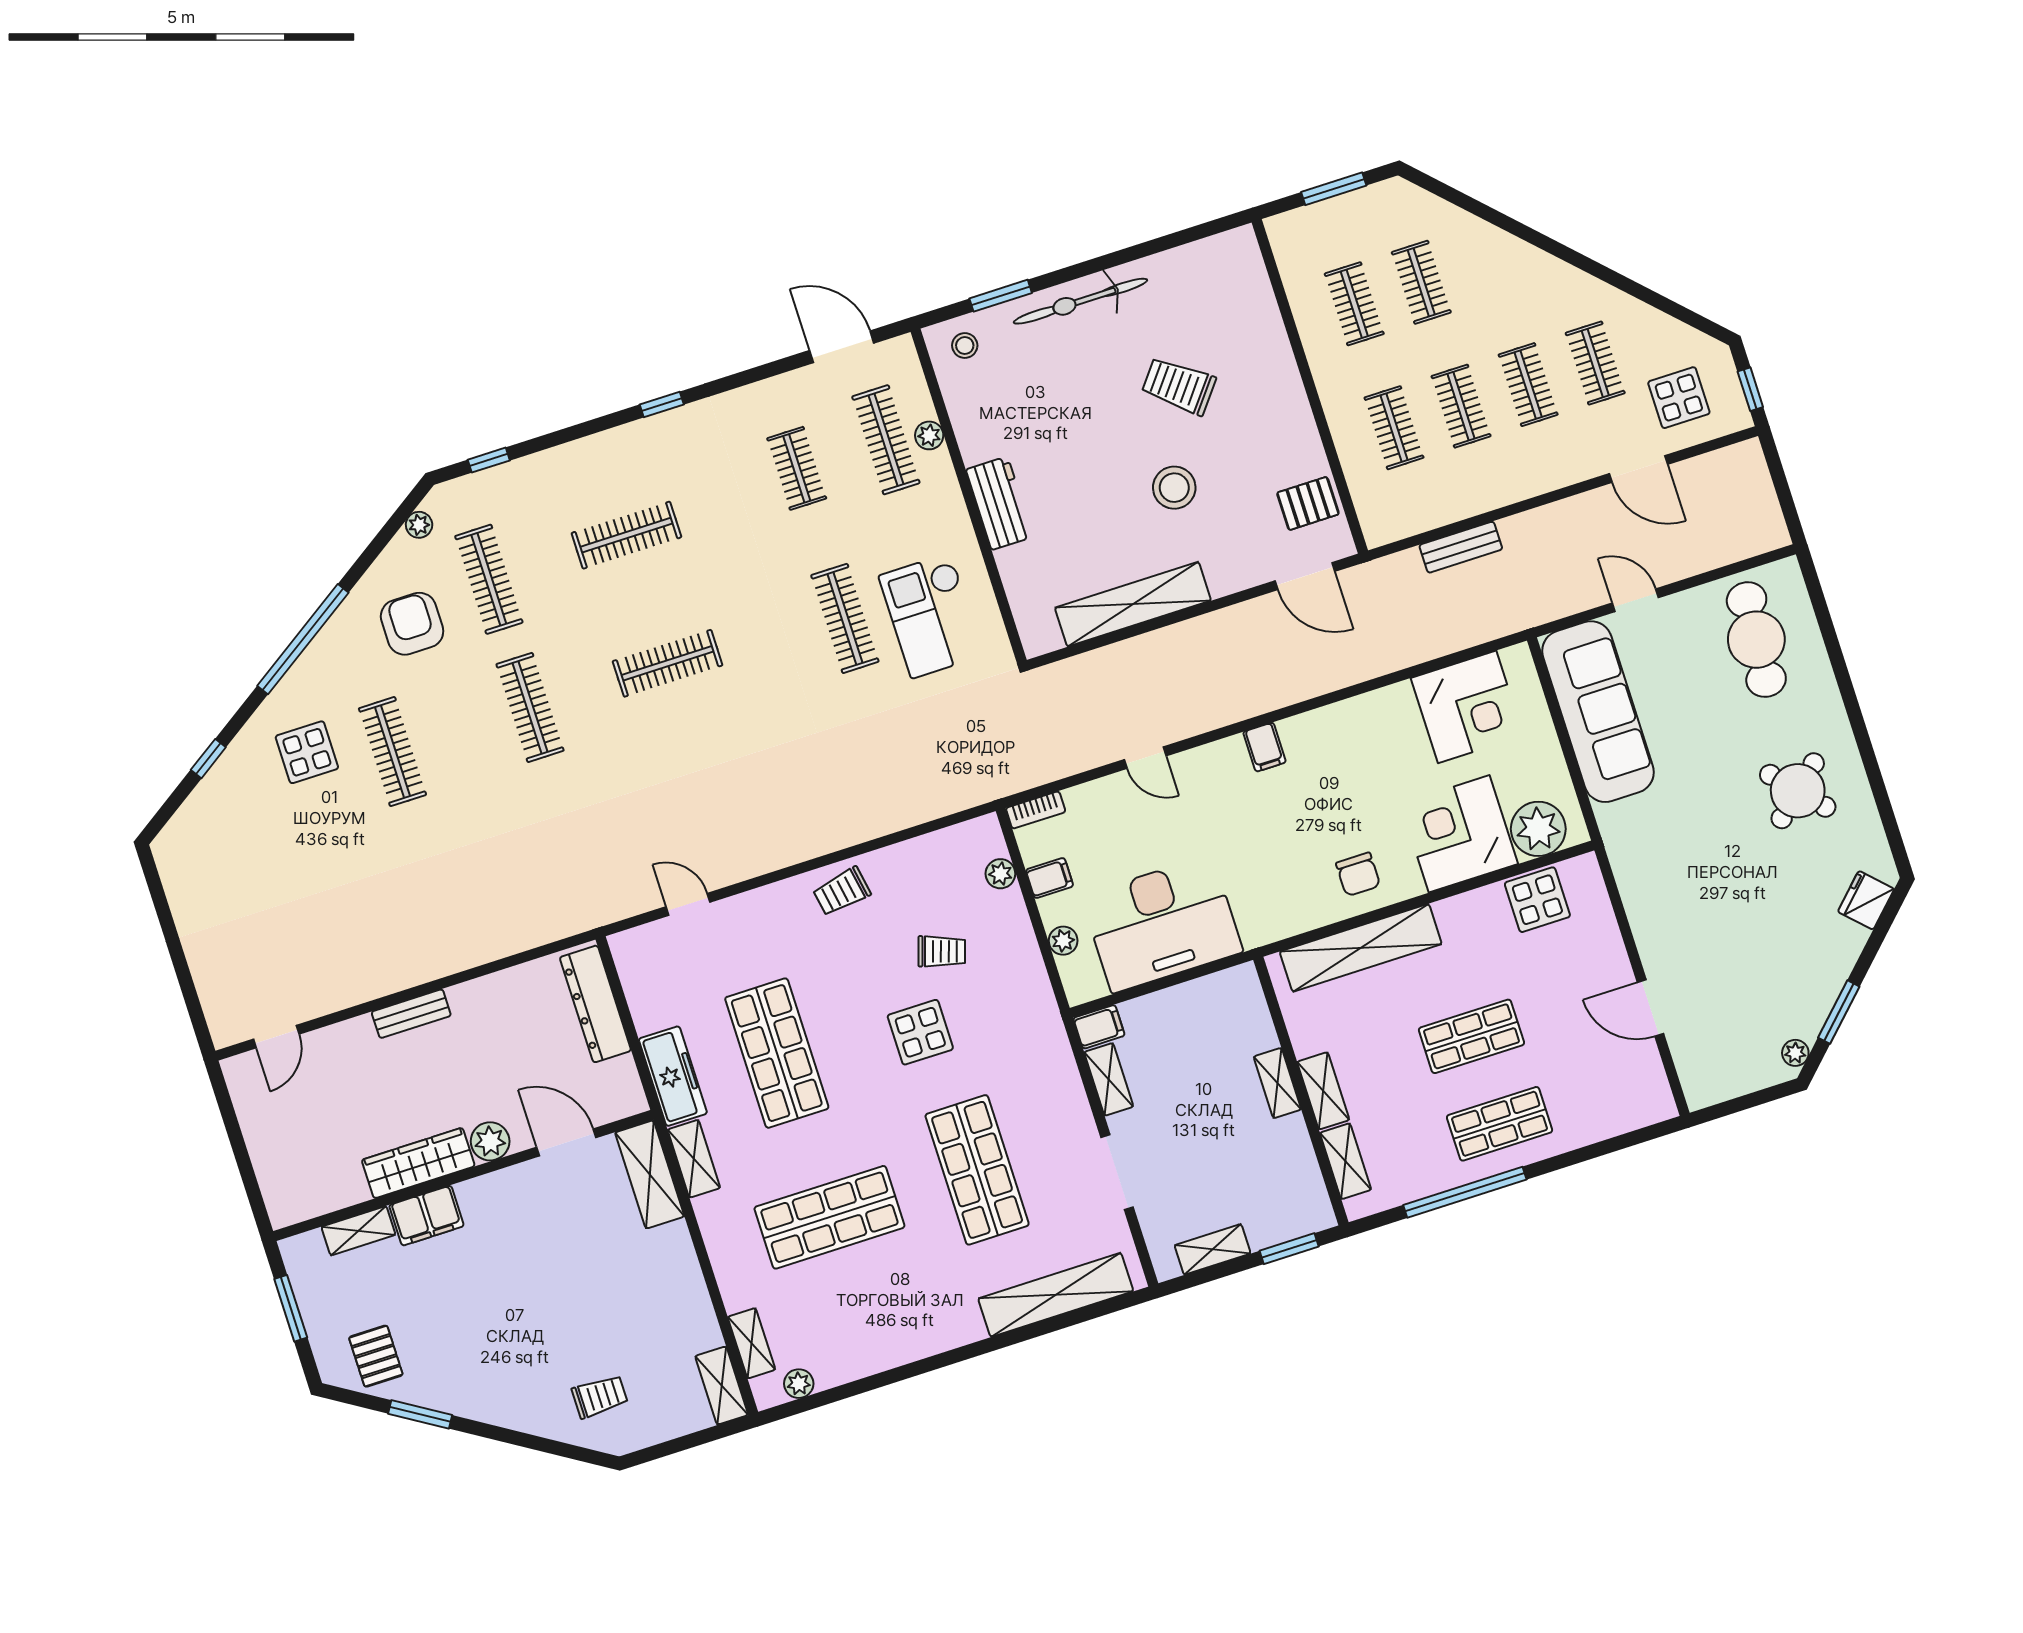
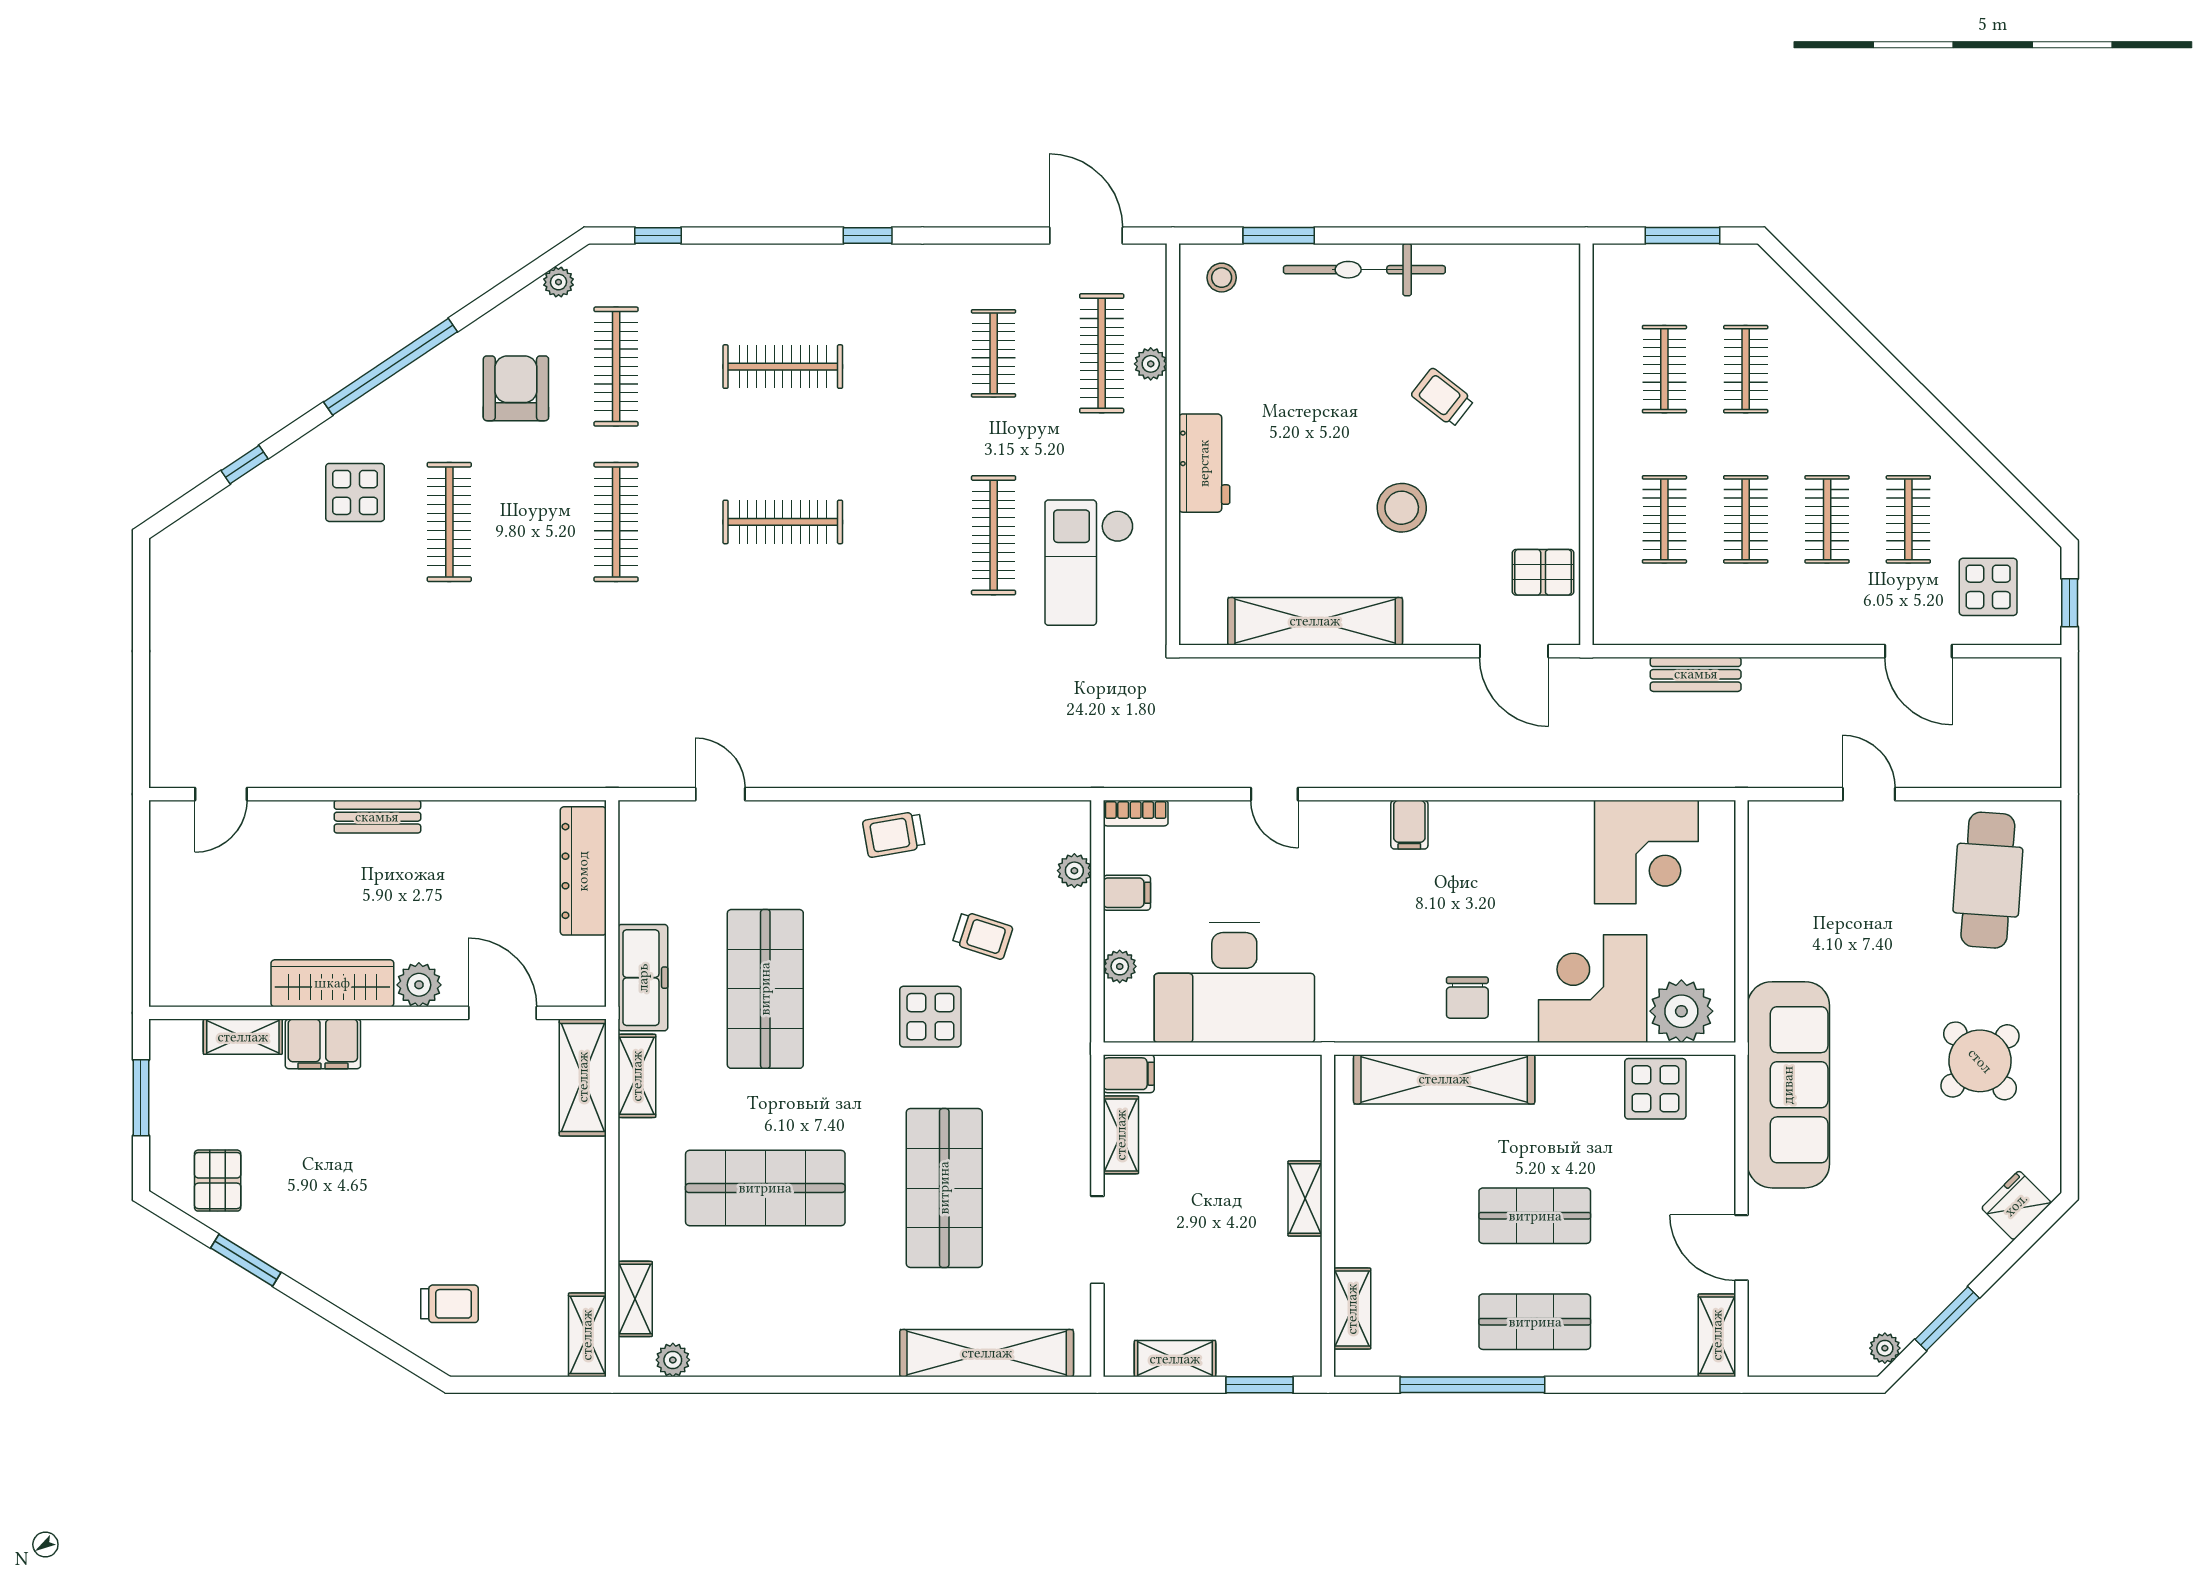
trolley: (1179, 386) -> (1443, 397), width x0.73, depth x0.72
sofa: (1598, 712) -> (1788, 1085), moved
shelving: (1323, 1091) -> (1717, 1335), moved

